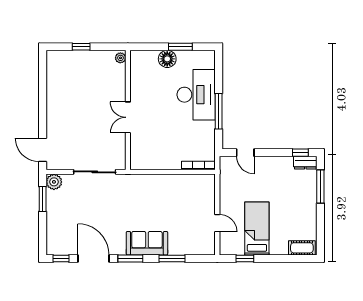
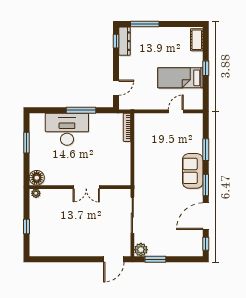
floor lamp: (167, 59) -> (37, 178), moved
dresser: (305, 163) -> (125, 41), width x1.44
window: (245, 259) -> (206, 68), moved

